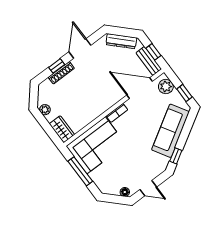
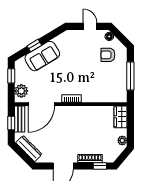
window: (57, 66) -> (100, 166), moved
door: (140, 88) -> (41, 104), hinge flipped
sofa: (170, 131) -> (42, 56), width x0.73
corner sofa: (96, 145) -> (105, 86), removed
window: (176, 156) -> (34, 46), moved
armchair: (114, 175) -> (108, 55), added

